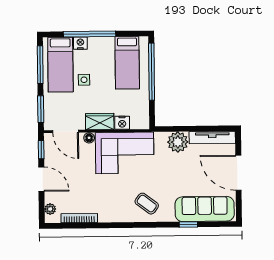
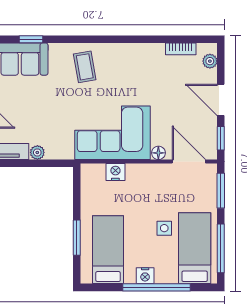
nightstand: (80, 43) -> (145, 276), moved
window: (152, 72) -> (77, 238), width x0.47
wardrobe: (100, 122) -> (145, 174), removed
plant: (178, 142) -> (37, 152), width x0.53, depth x0.53
coffee table: (147, 204) -> (85, 67), turned 43
bookcase: (79, 218) -> (181, 49), width x0.64

